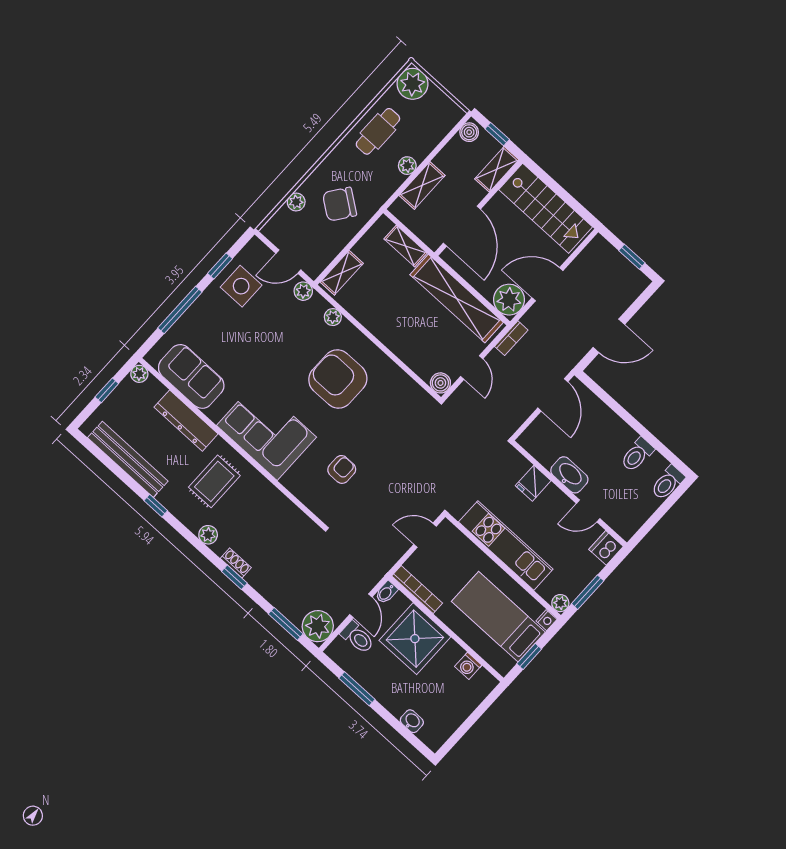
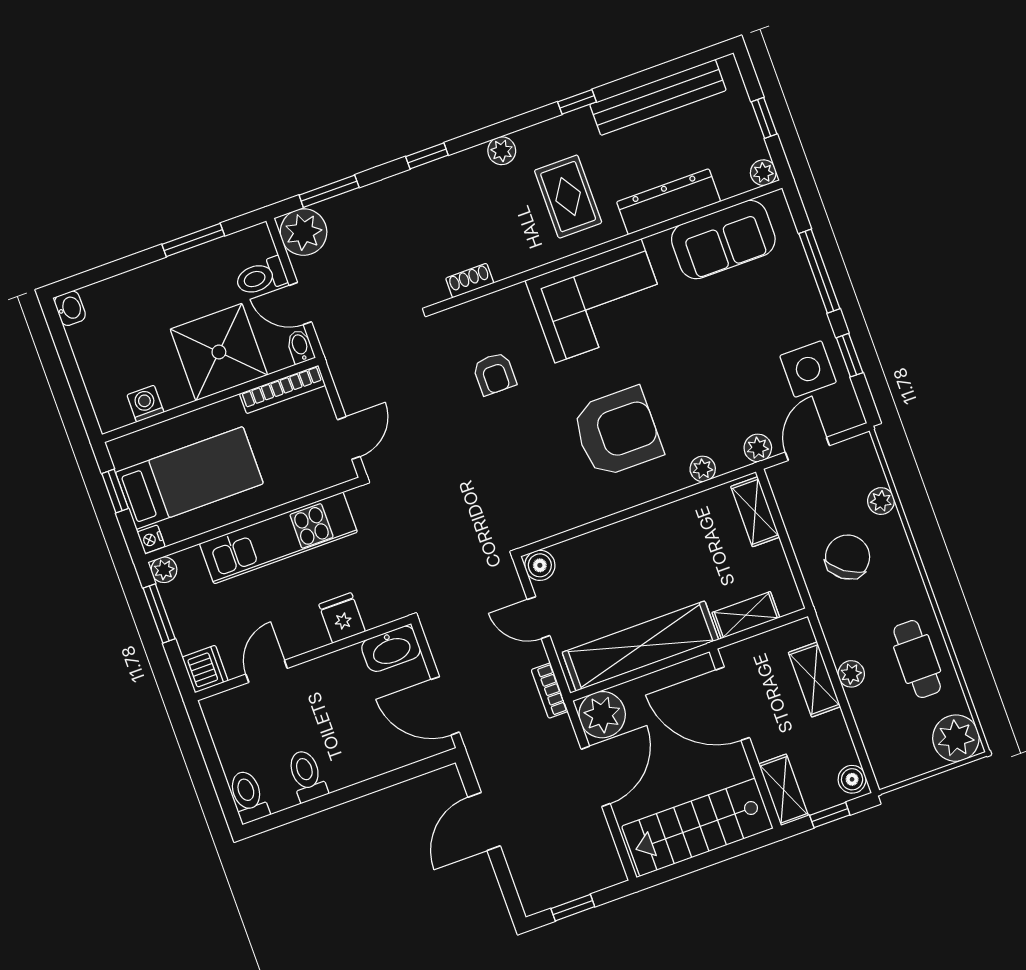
washbasin: (569, 475) -> (391, 649), moved
shoe rack: (236, 563) -> (470, 281), moved, turned 180
washbasin: (412, 721) -> (70, 308), moved, turned -90

